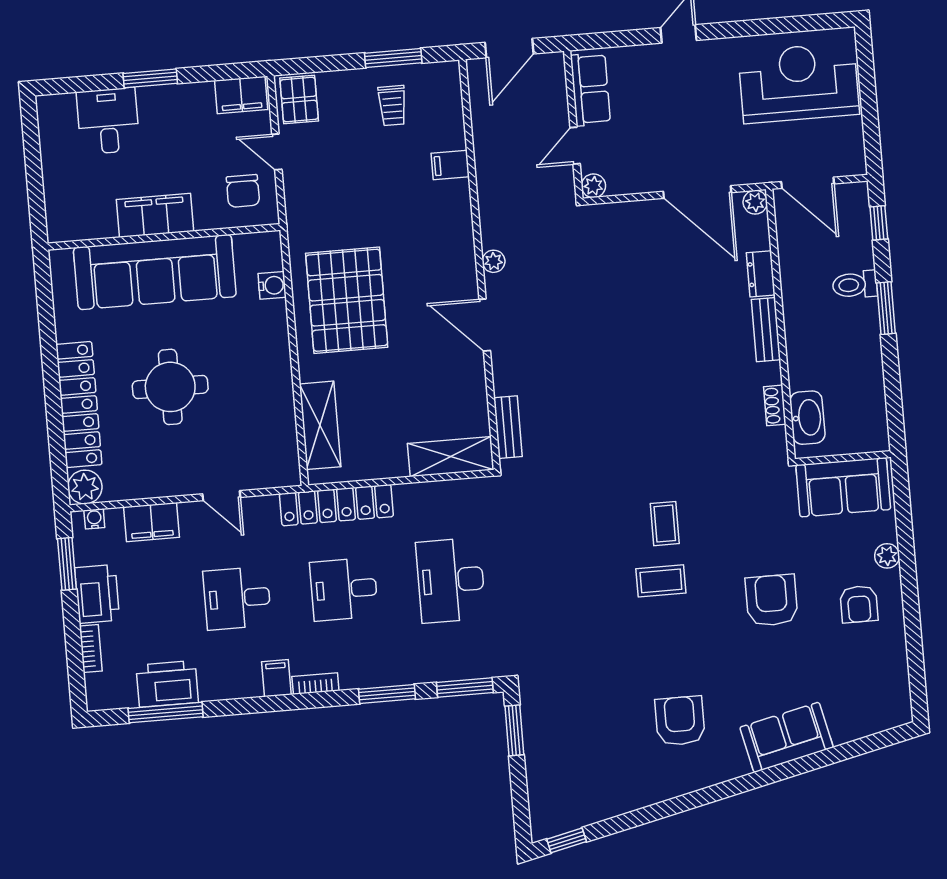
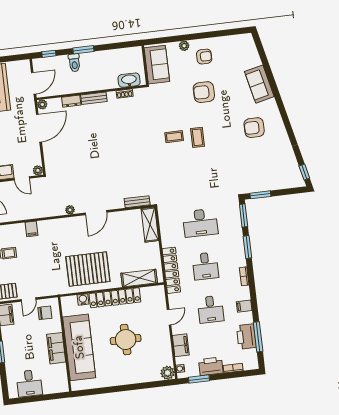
desk: (108, 121) -> (29, 383), moved, turned -90
locker: (79, 404) -> (115, 298), moved, turned 180
filing cabinet: (276, 678) -> (244, 306), moved

